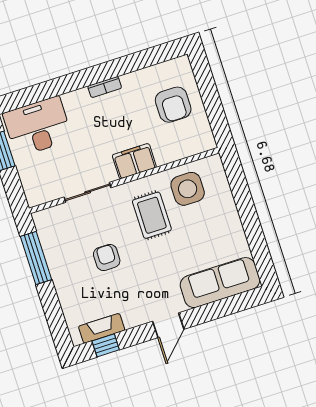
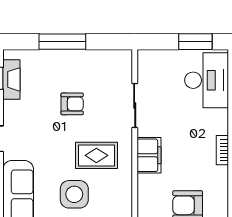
side table: (188, 189) -> (74, 194), moved
window: (36, 258) -> (62, 42), moved

